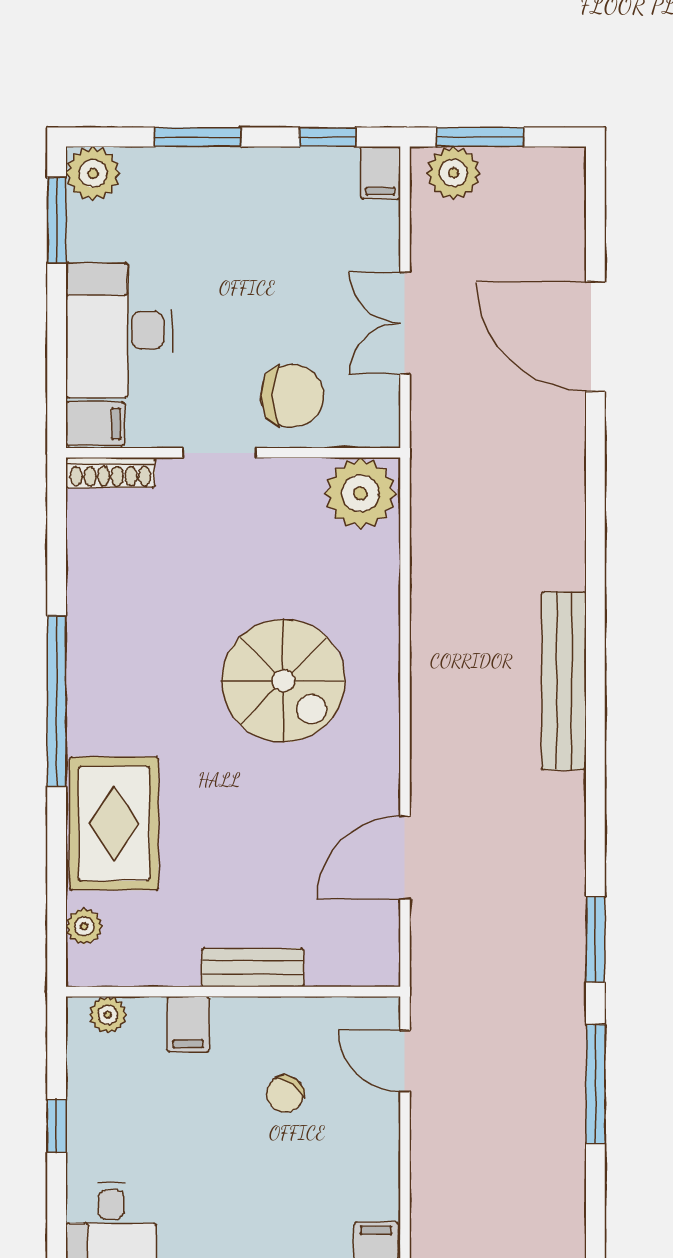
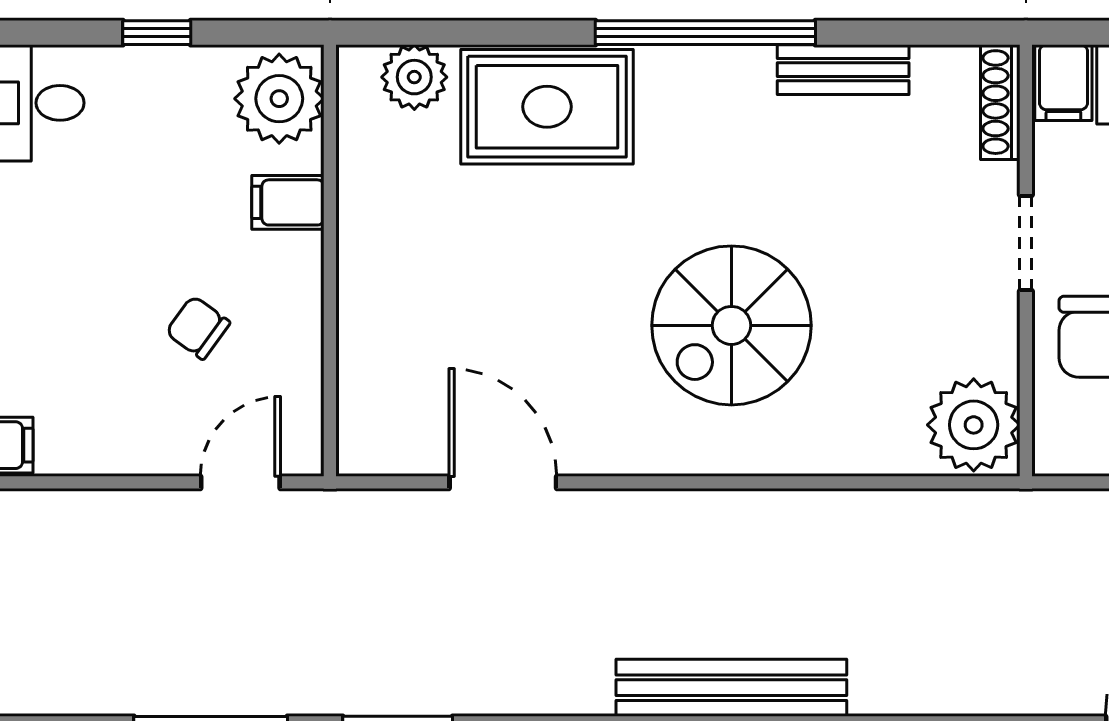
plant: (84, 926) -> (414, 77), width x1.38, depth x1.38
bench: (253, 968) -> (843, 70), moved, turned 90
plant: (108, 1015) -> (279, 99), width x1.88, depth x1.88

